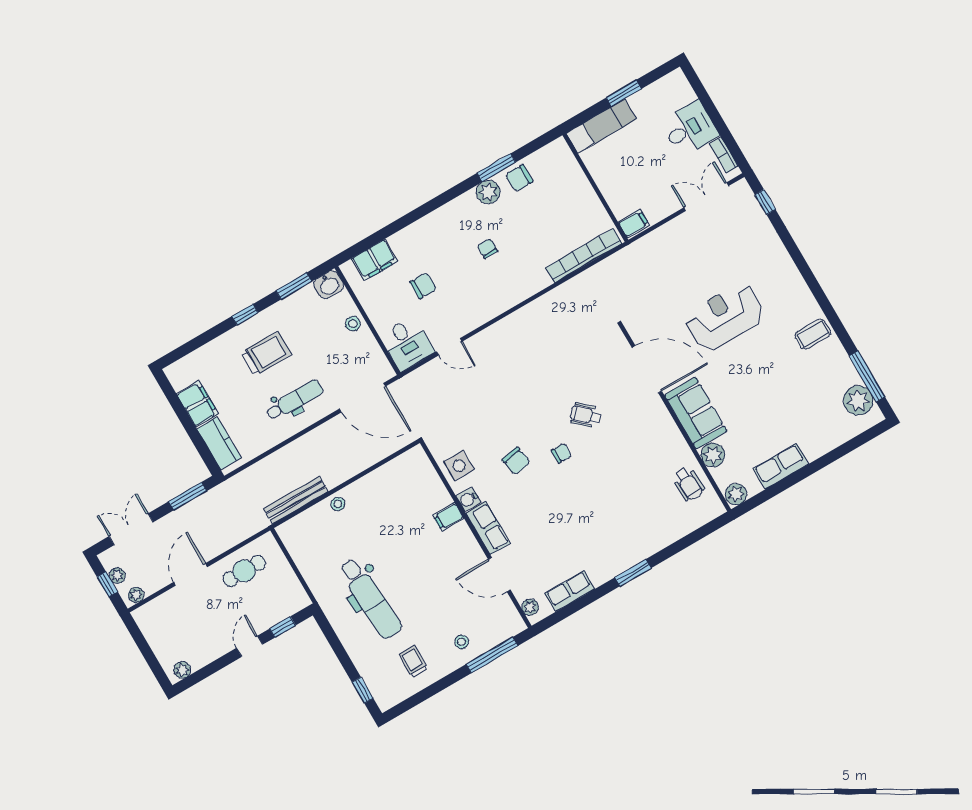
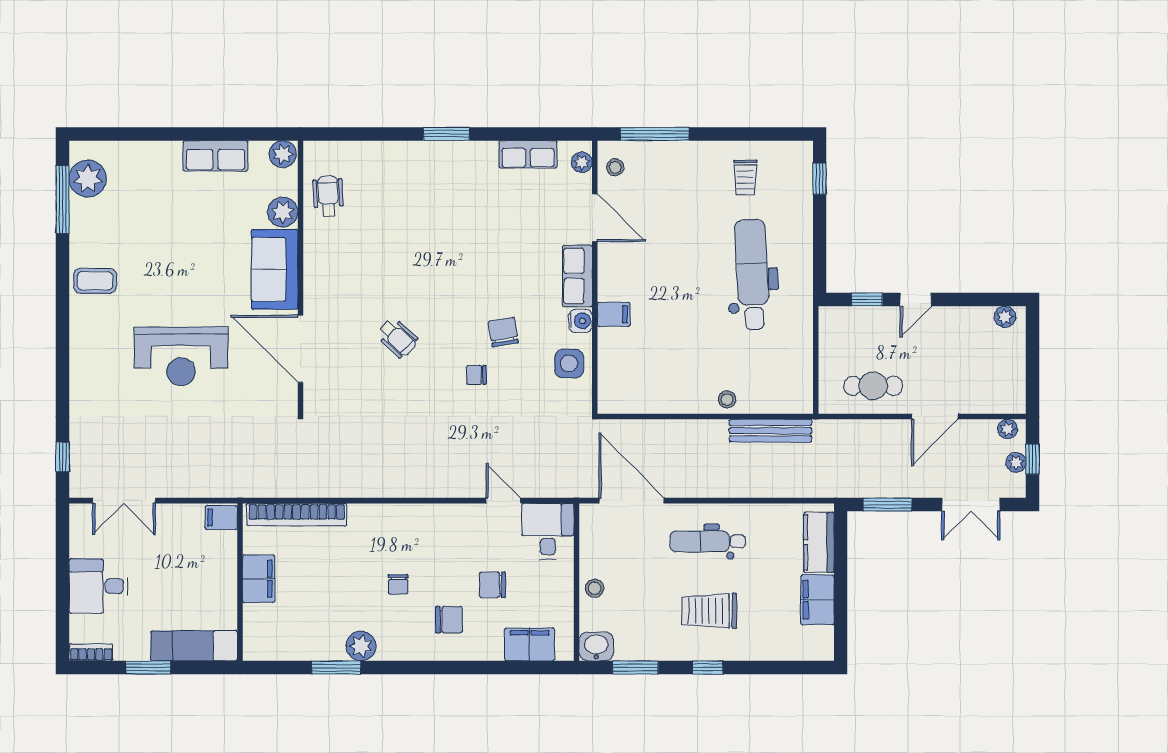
bookcase: (724, 155) -> (91, 652), moved, turned -90
chair: (519, 178) -> (449, 620), moved
filing cabinet: (584, 197) -> (259, 579), added
chair: (561, 453) -> (476, 375), moved
stool: (462, 642) -> (615, 167), moved

